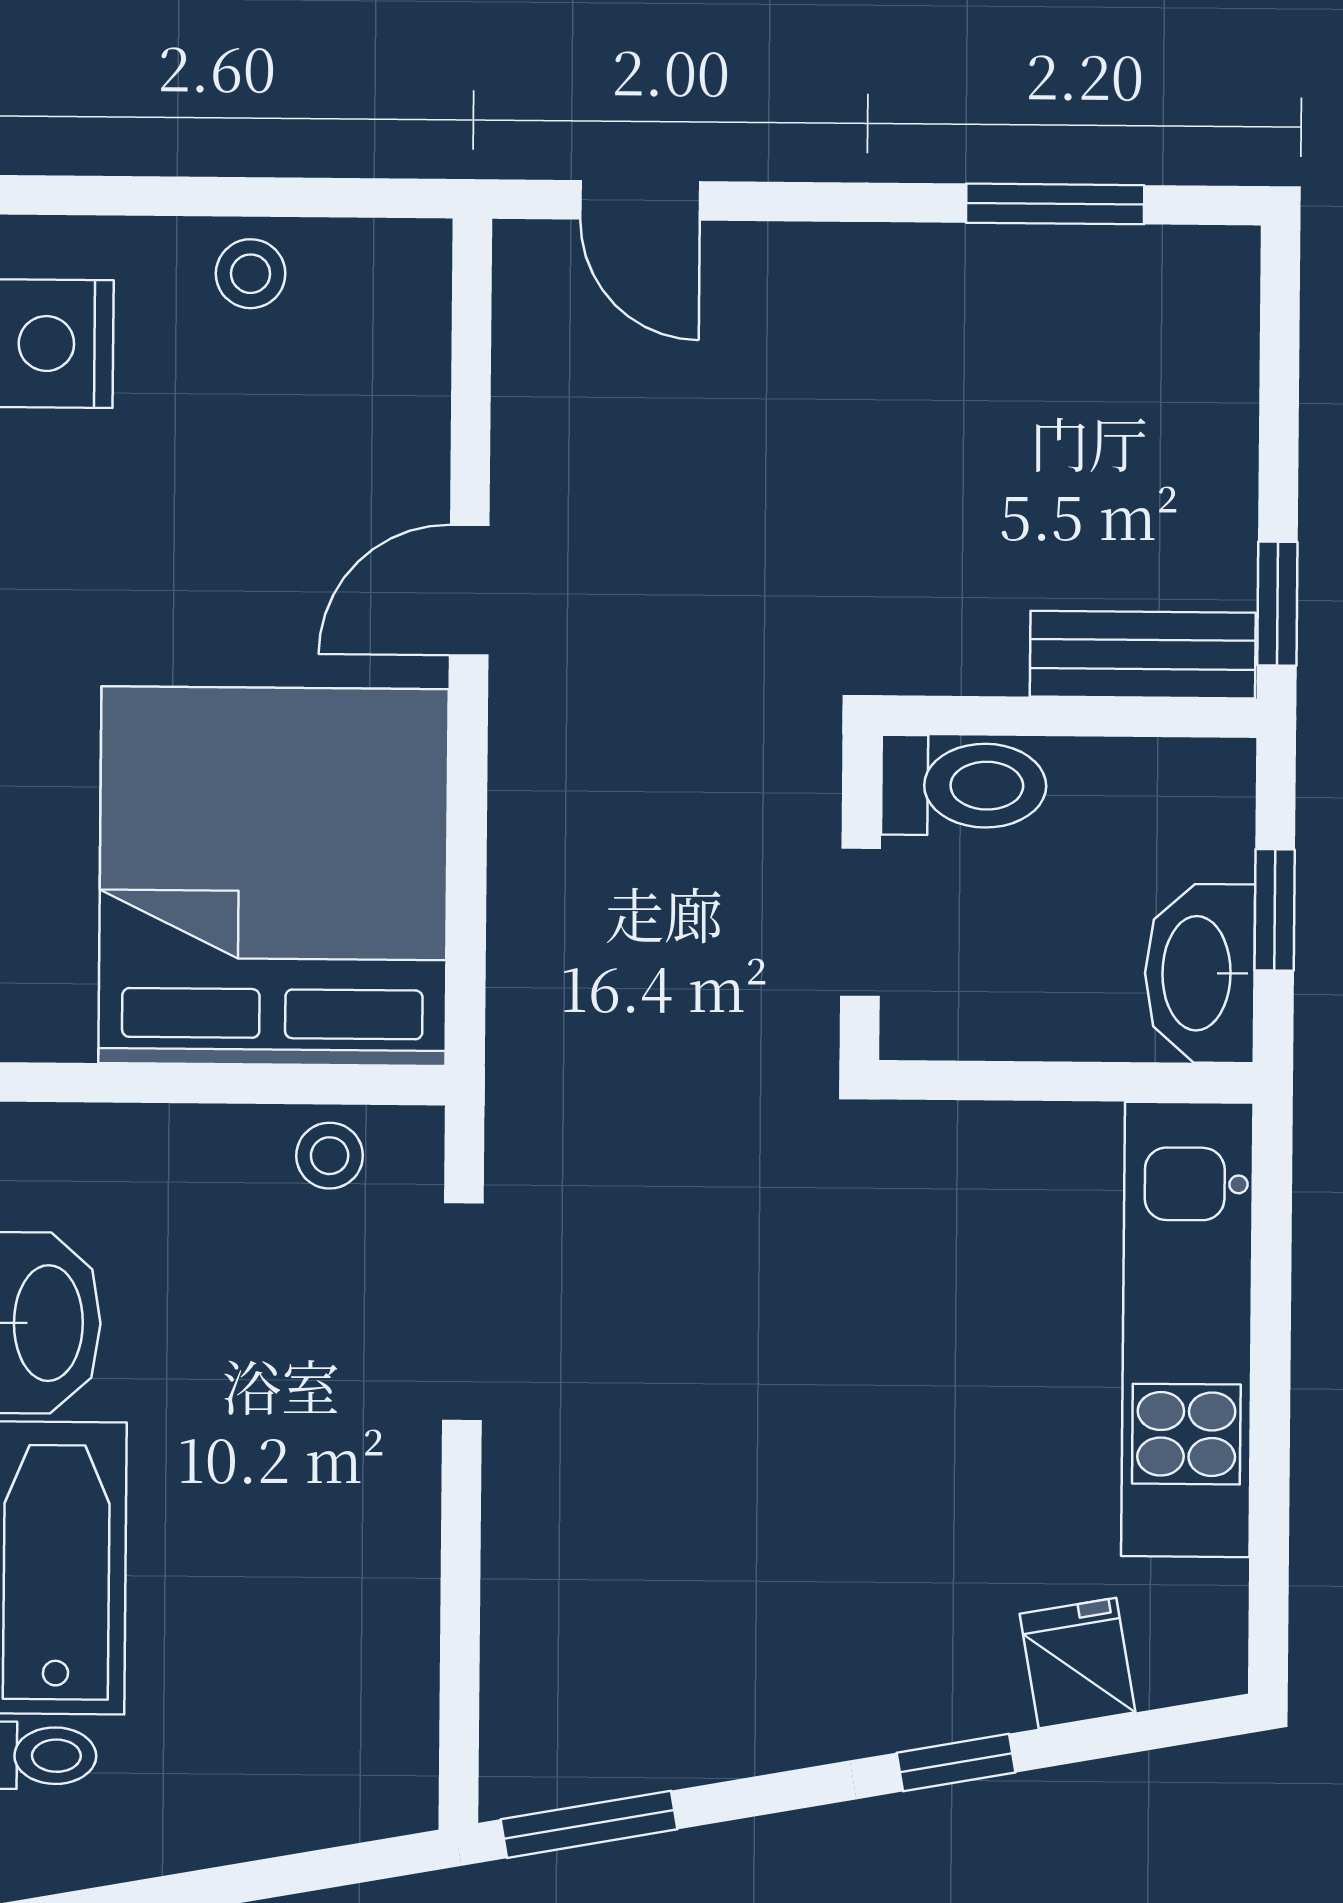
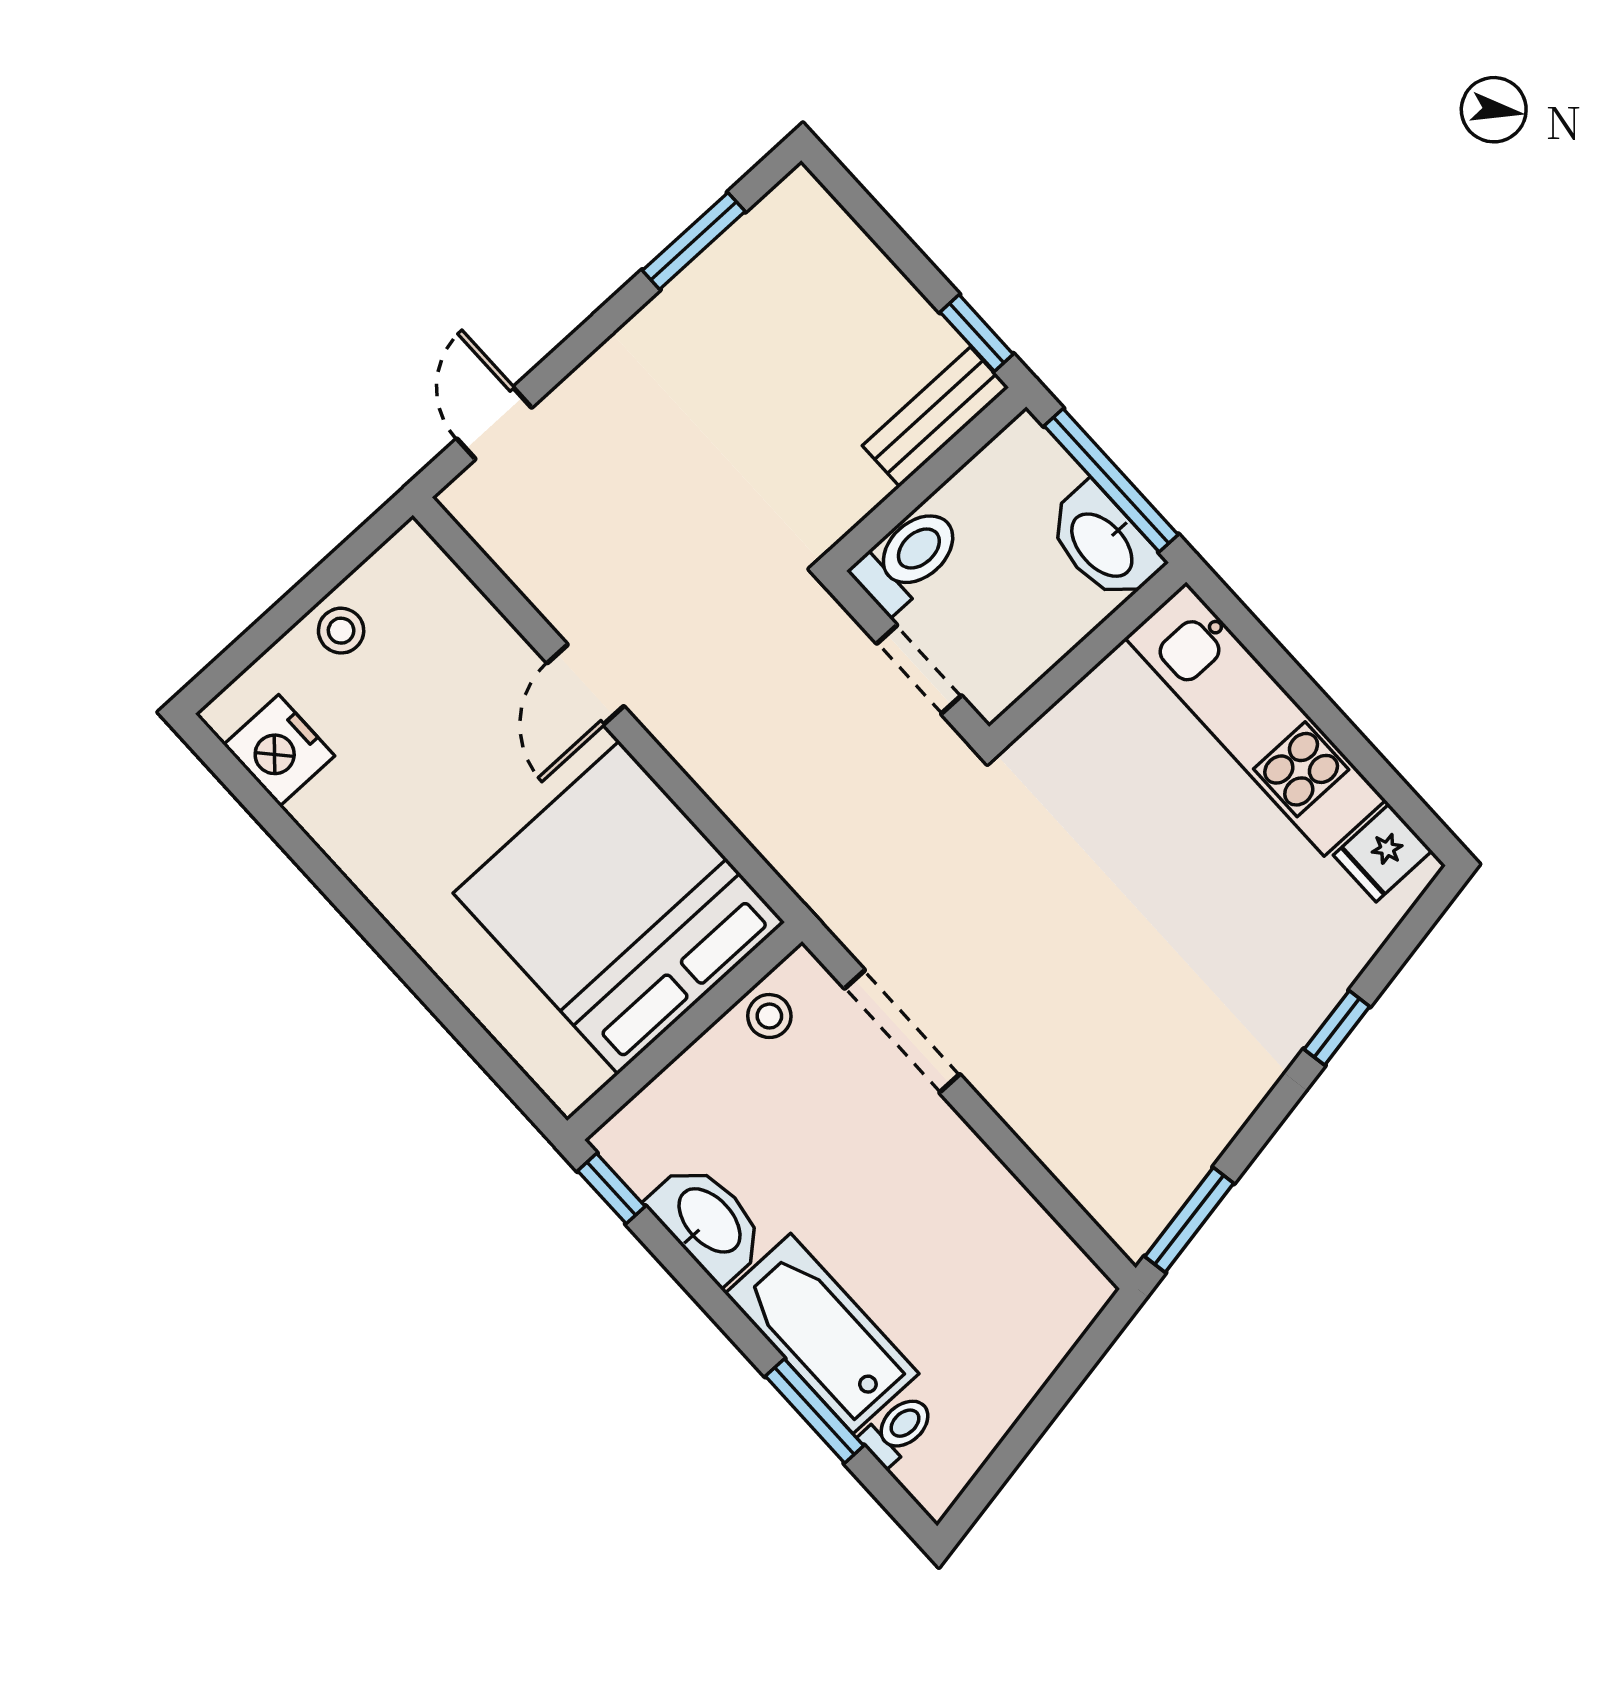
door: (640, 200) -> (494, 423), swing flipped
window: (1275, 910) -> (1111, 480), width x2.17
fridge: (1078, 1663) -> (1383, 853), moved, turned -80

